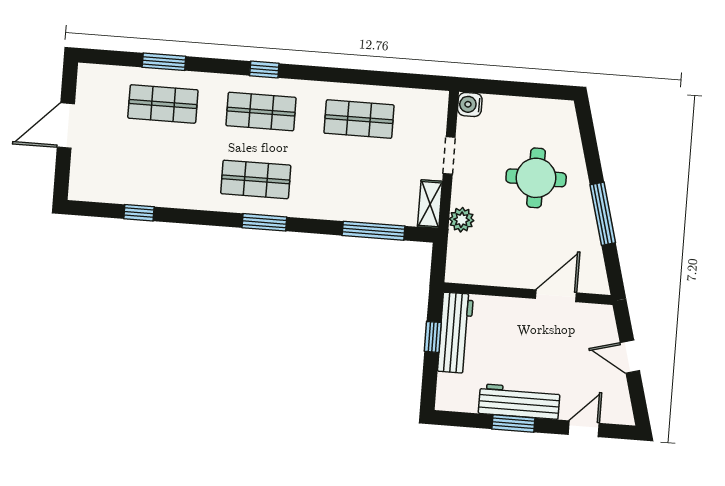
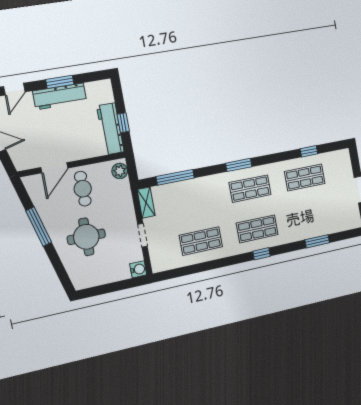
shop shelf: (163, 104) -> (305, 178), moved
plant: (462, 220) -> (120, 171), moved
cafe table: (522, 253) -> (83, 189), added

